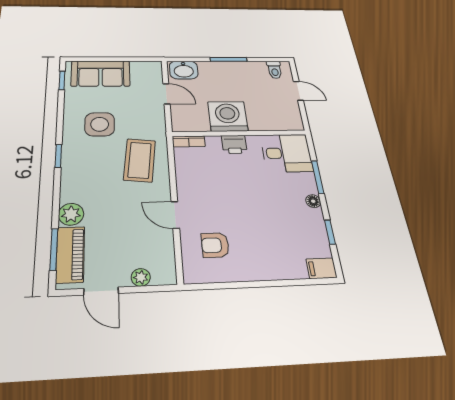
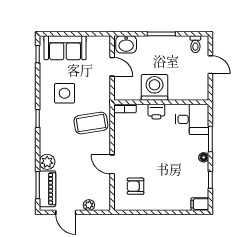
coffee table: (140, 160) -> (91, 123), turned 75

